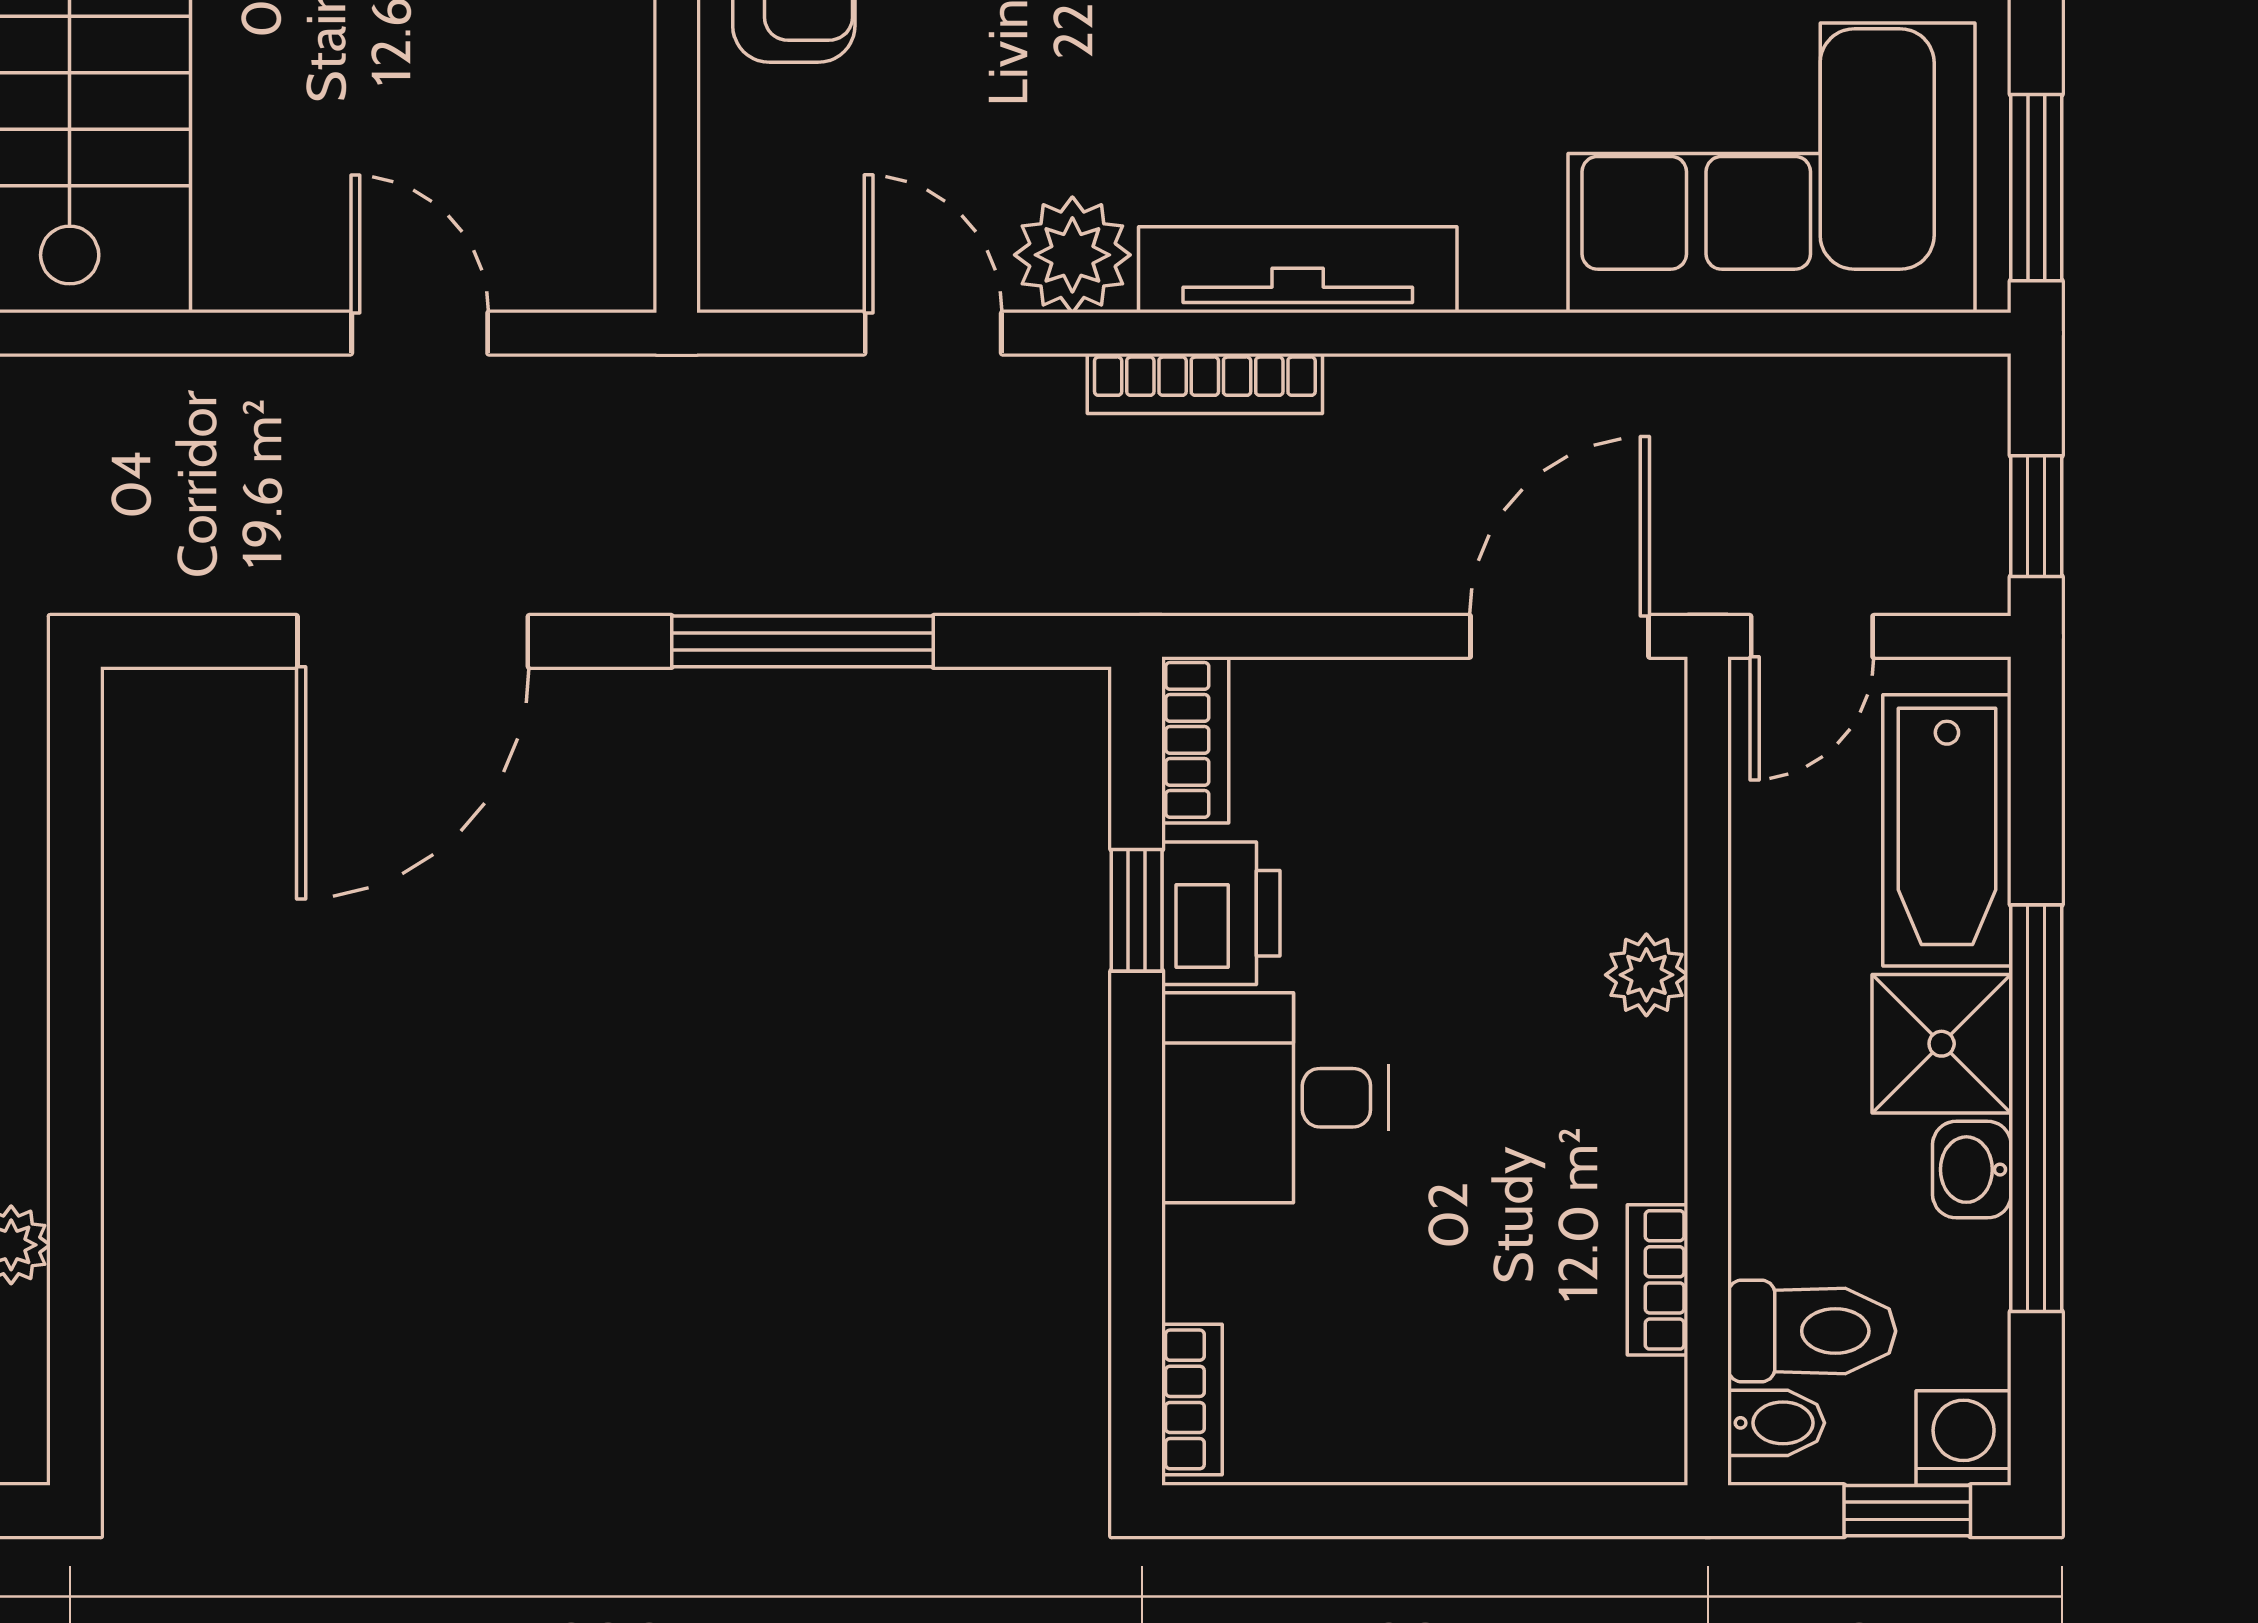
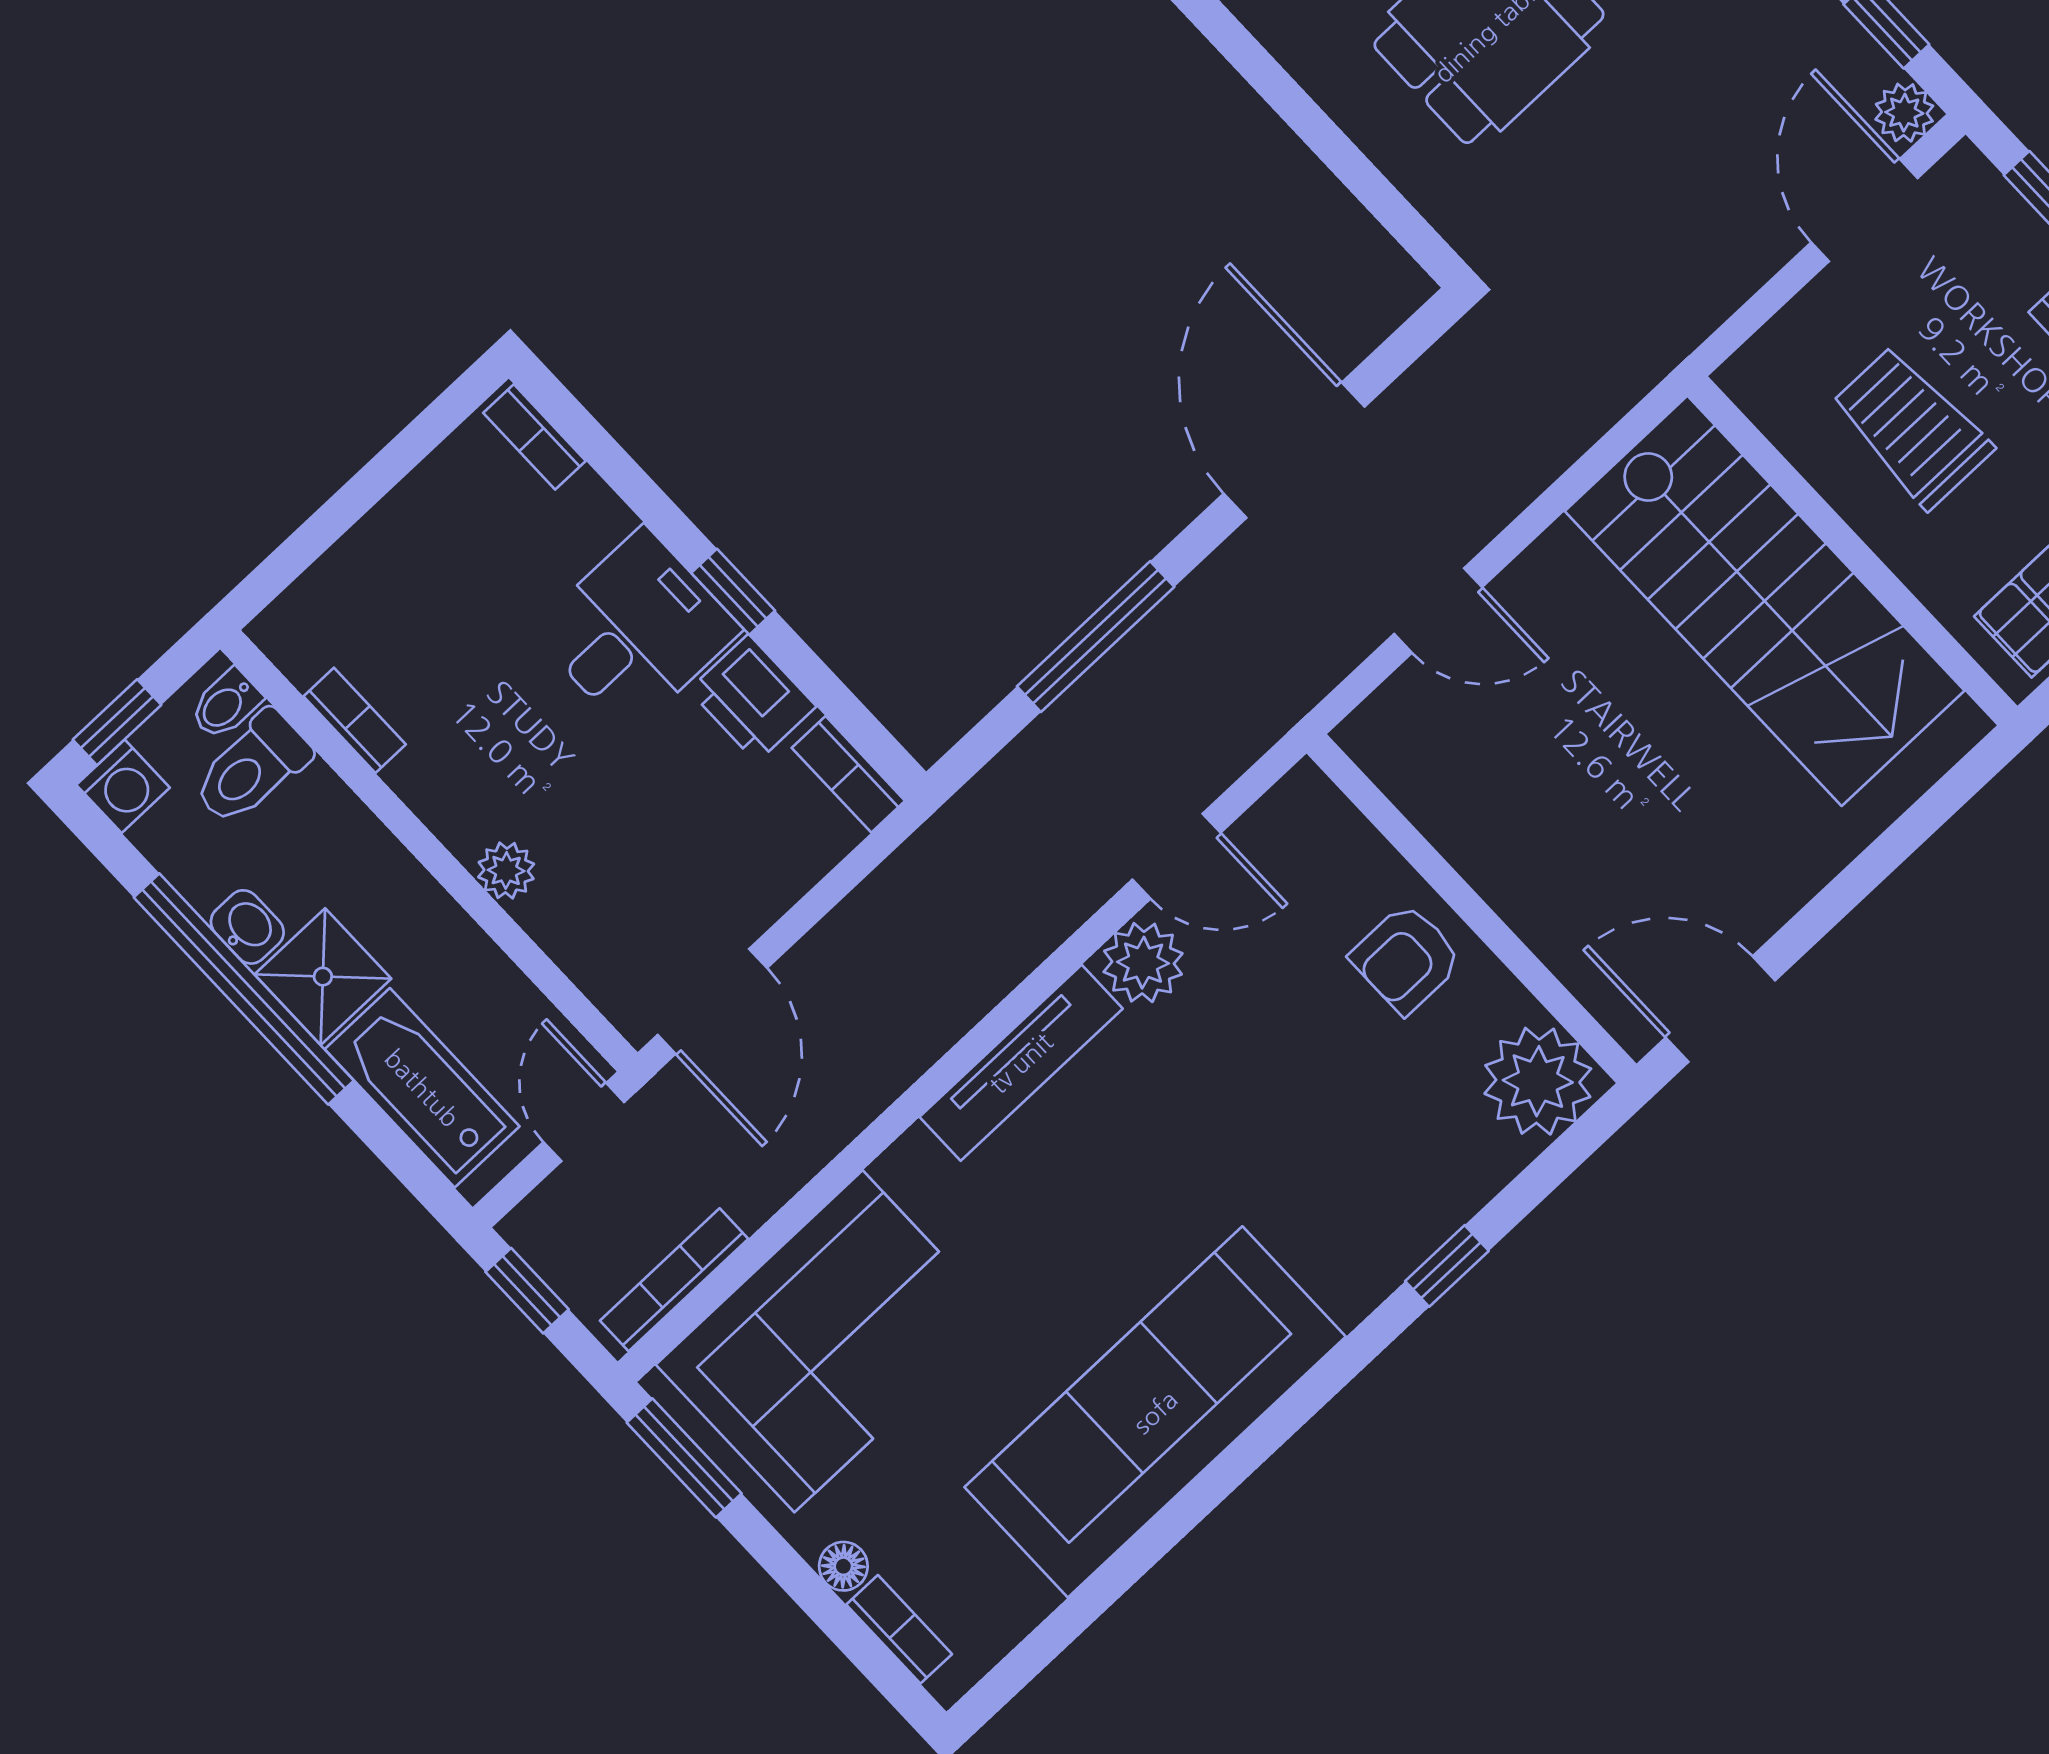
bookcase: (1205, 383) -> (674, 1280), moved
window: (1137, 910) -> (733, 592), moved

